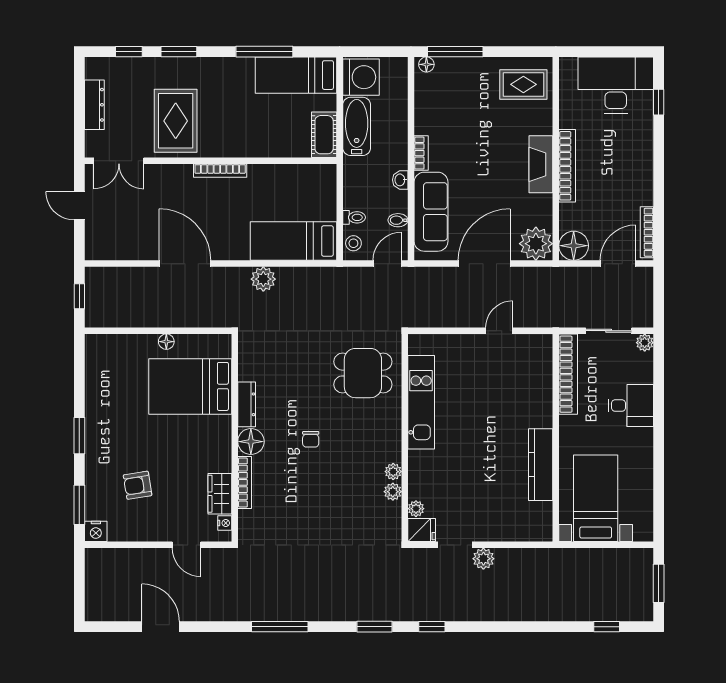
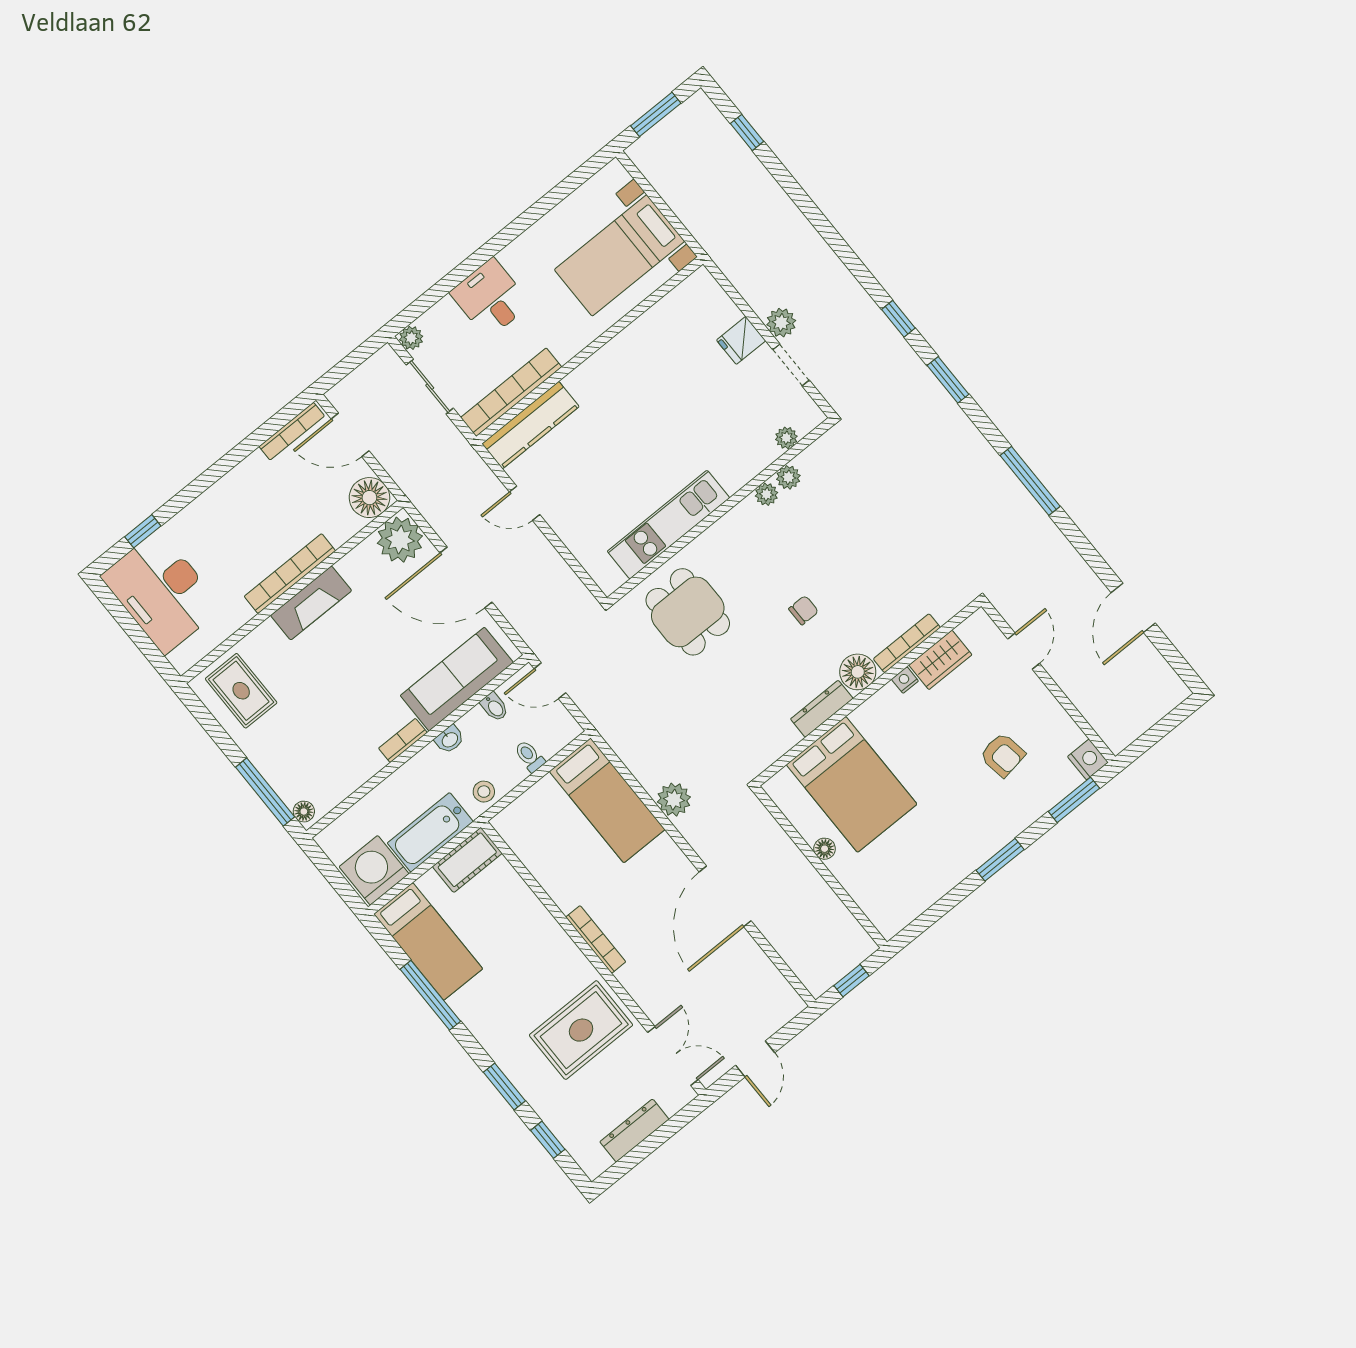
stool: (353, 243) -> (484, 792), moved
kitchen counter: (541, 465) -> (530, 425), moved
nightstand: (225, 523) -> (905, 680), moved
fridge: (422, 530) -> (741, 340), moved, turned -90

